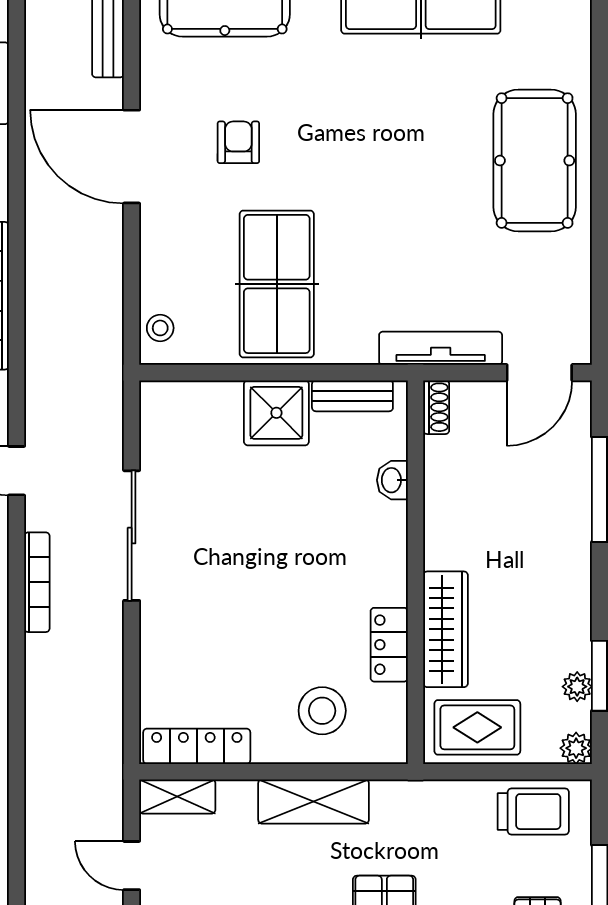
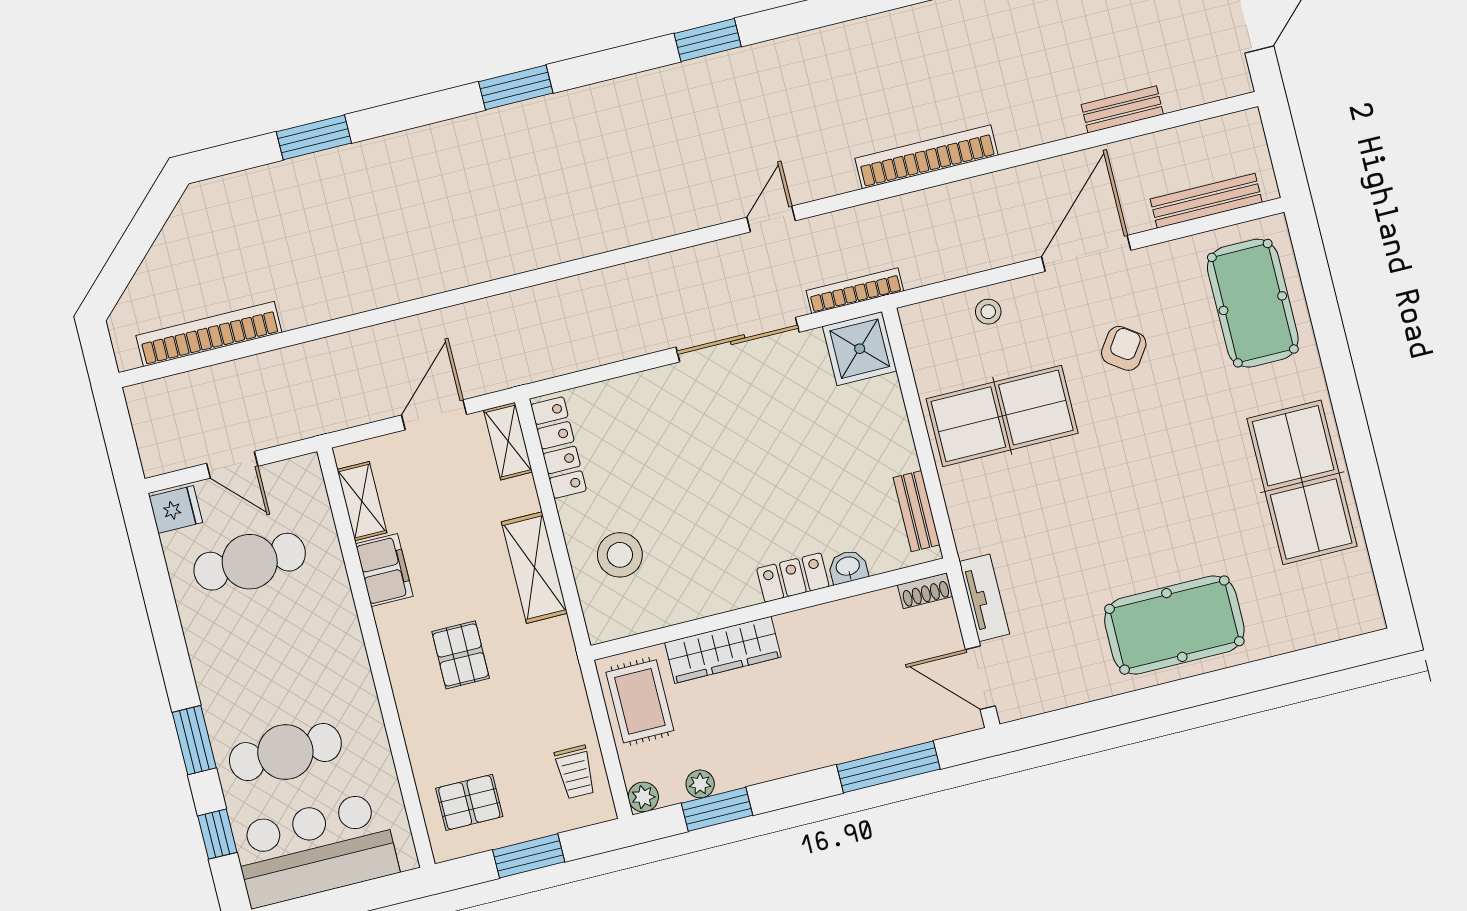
armchair: (238, 142) -> (1124, 348), turned -55
stool: (160, 328) -> (988, 312), moved
tv unit: (441, 348) -> (984, 598), width x0.71
shower: (276, 413) -> (860, 349), moved
bookcase: (37, 582) -> (855, 291), moved, turned 180
locker: (389, 645) -> (793, 577), moved
trolley: (533, 812) -> (575, 772), width x0.73, depth x0.72
door: (132, 866) -> (434, 415), width x1.38

